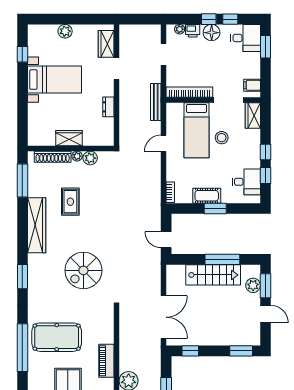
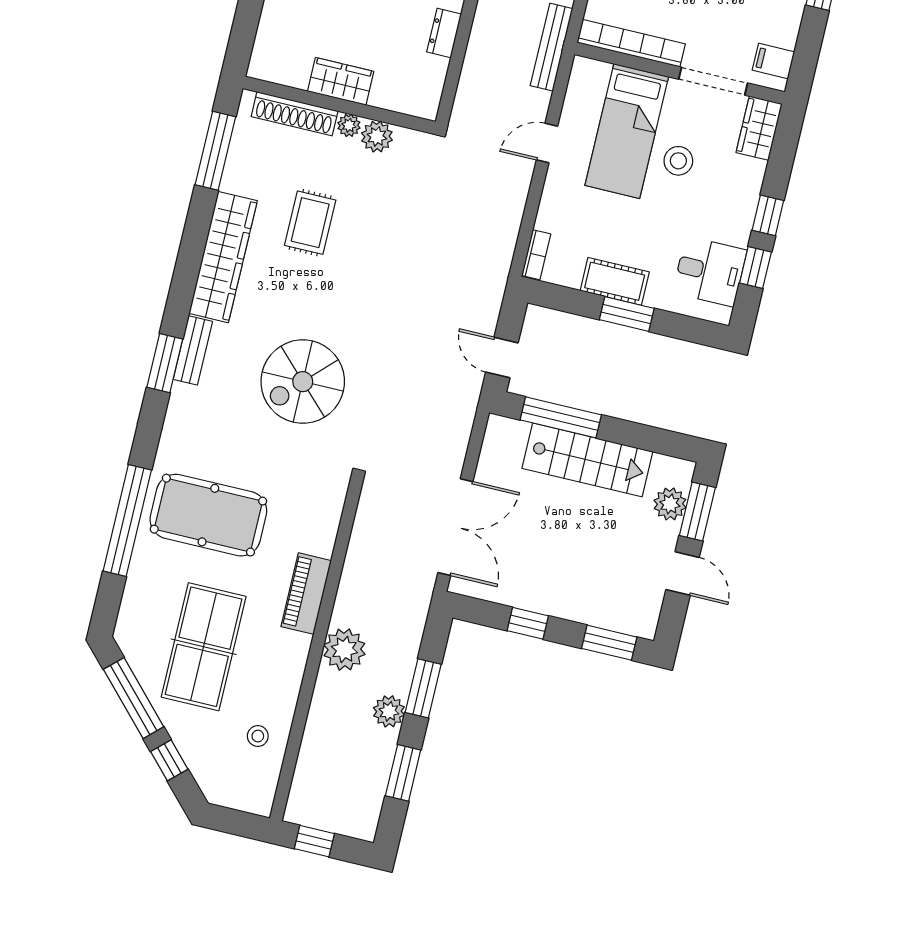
window: (222, 259) -> (561, 417), moved
bench: (33, 268) -> (193, 350), added
window: (190, 351) -> (528, 623), moved

